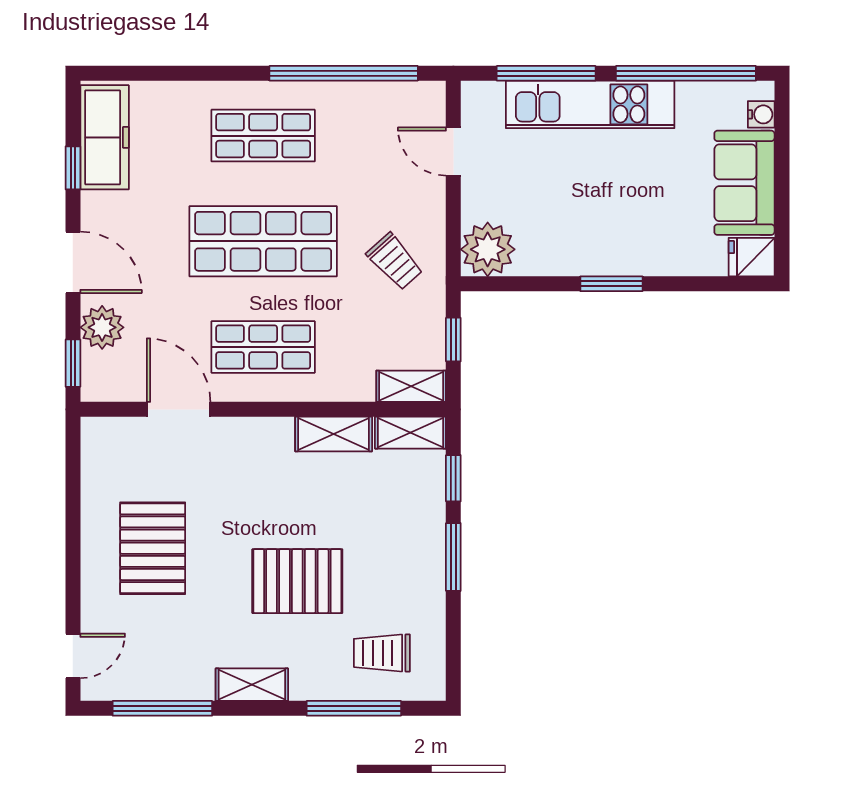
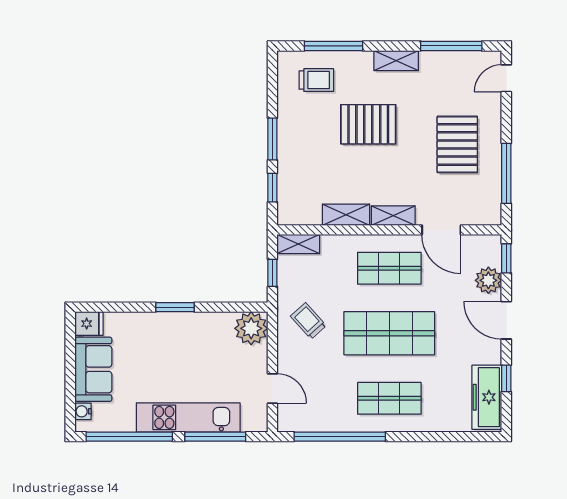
shelving: (410, 433) -> (393, 216), moved
window: (73, 501) -> (506, 173), added

